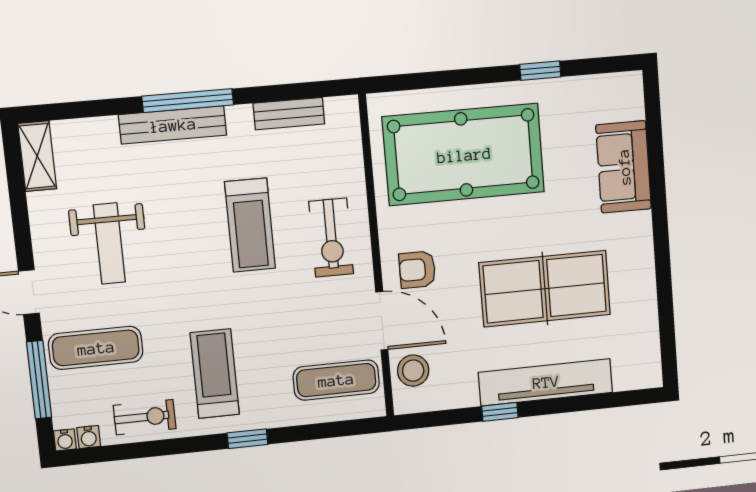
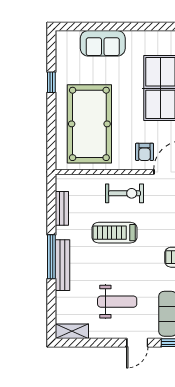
treadmill: (250, 225) -> (115, 233), turned 180

